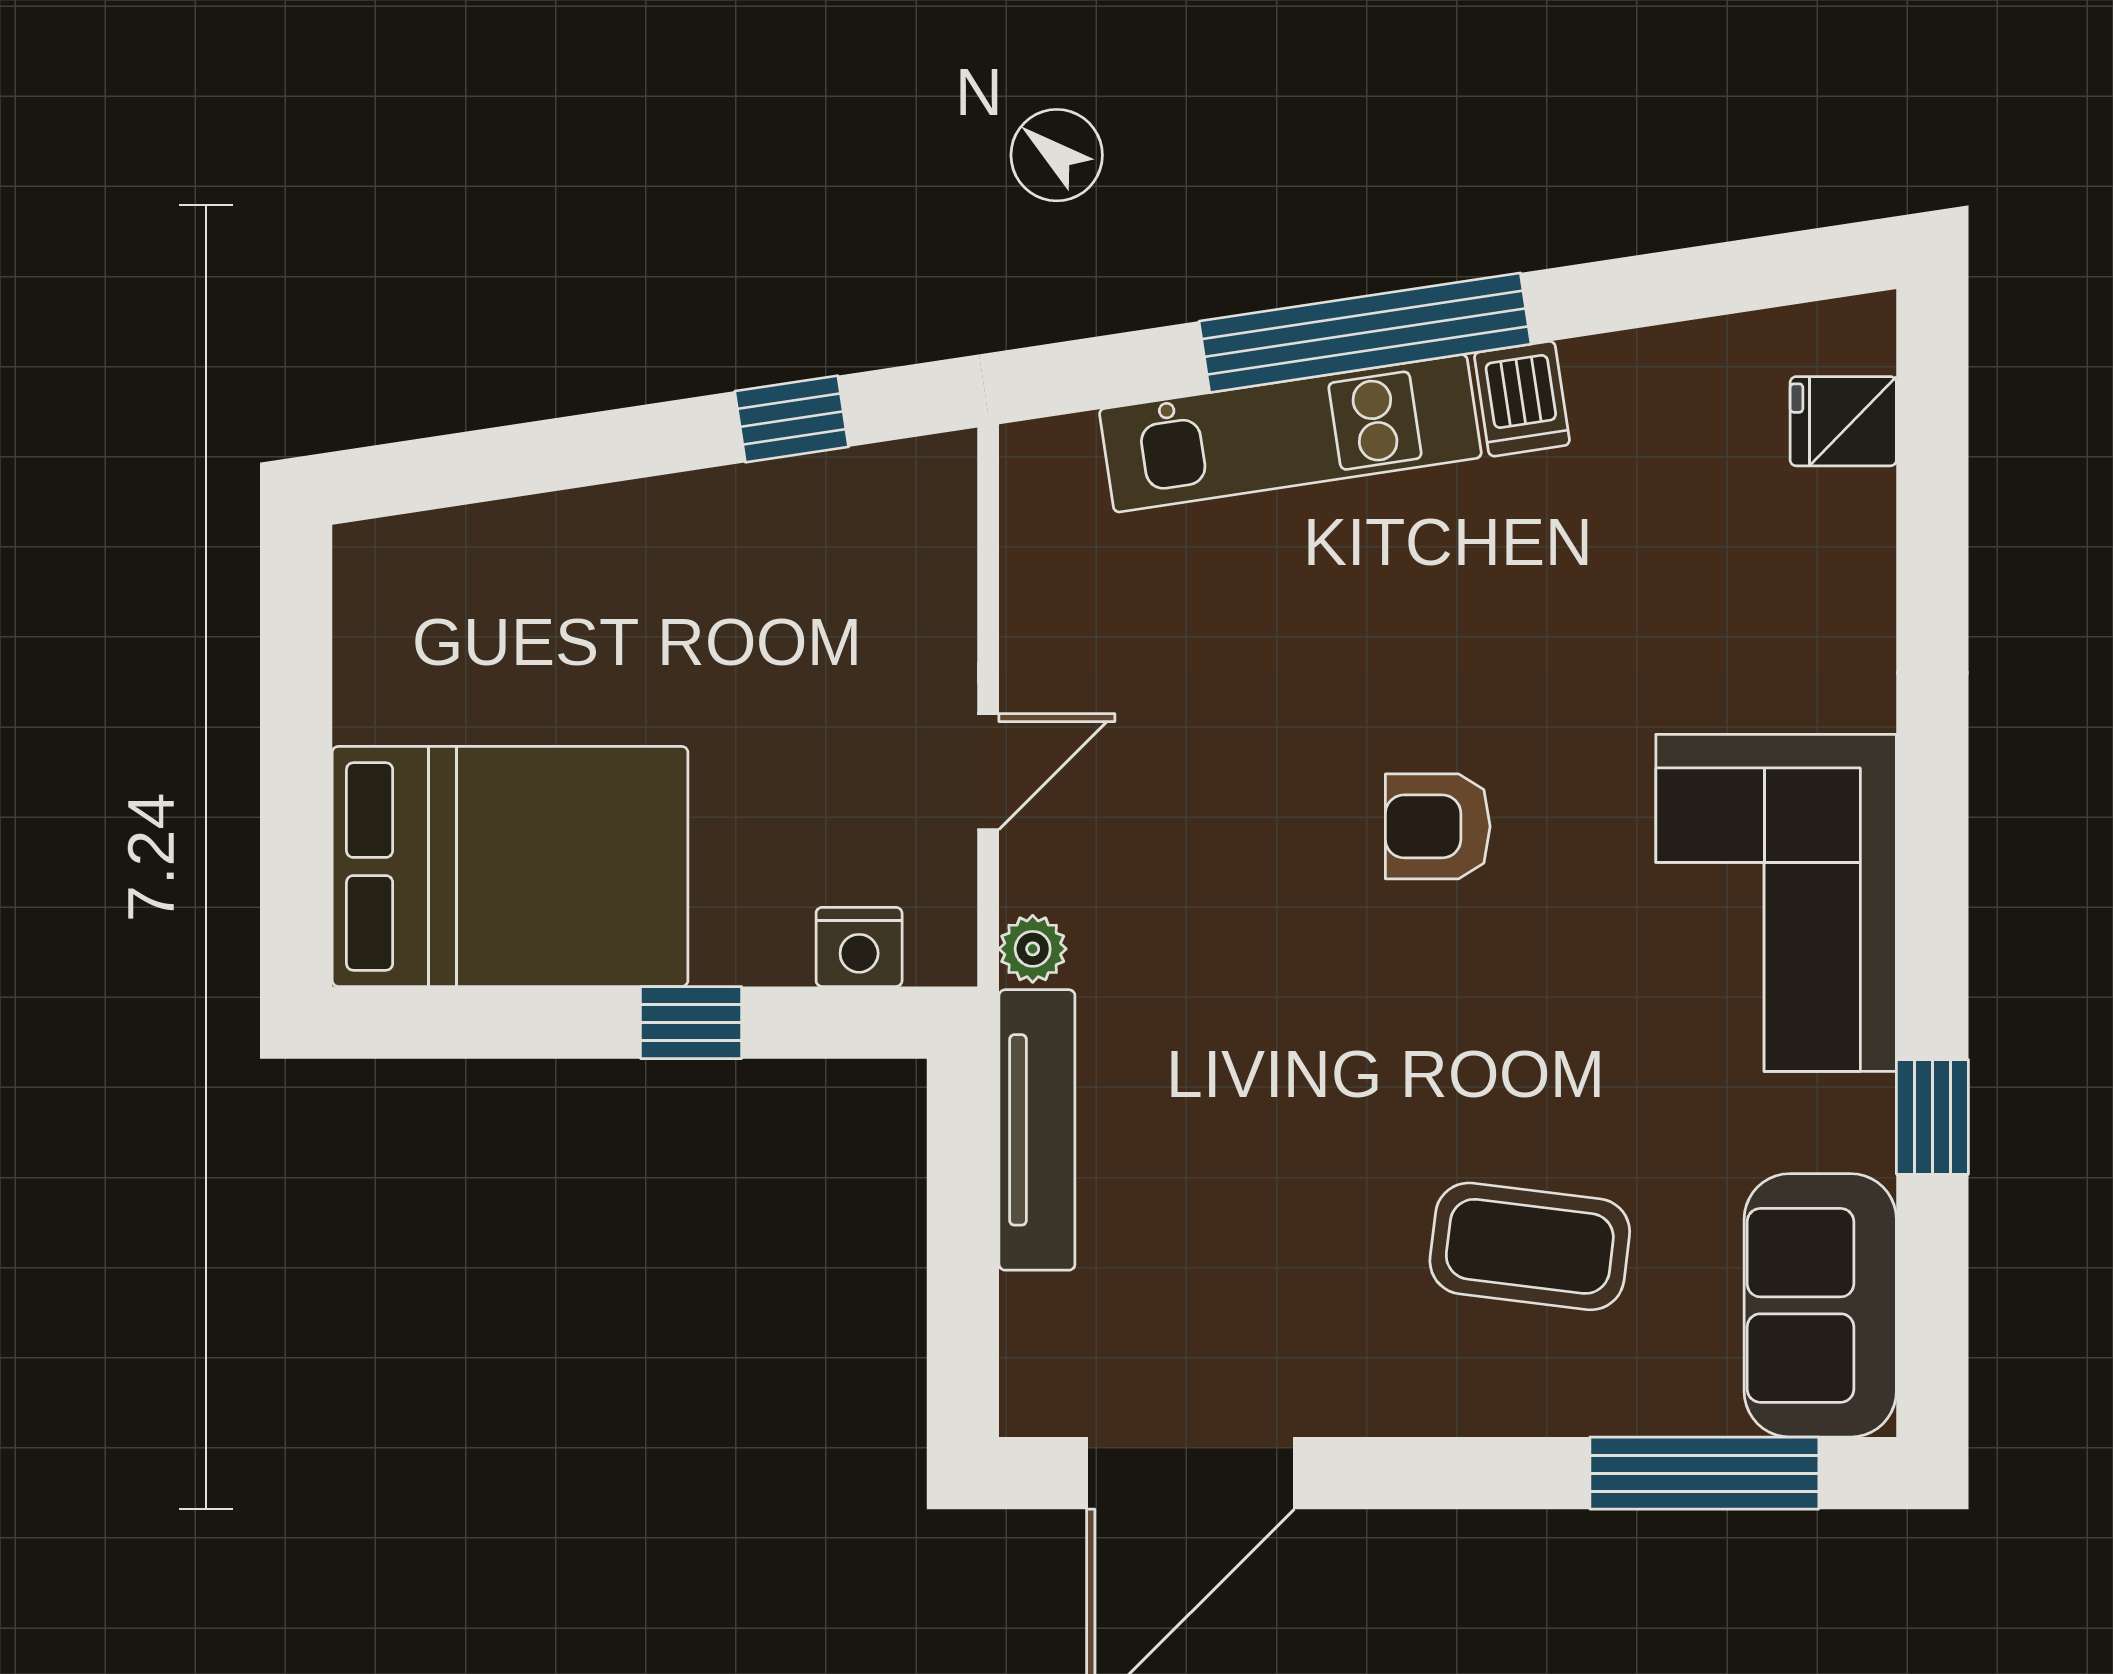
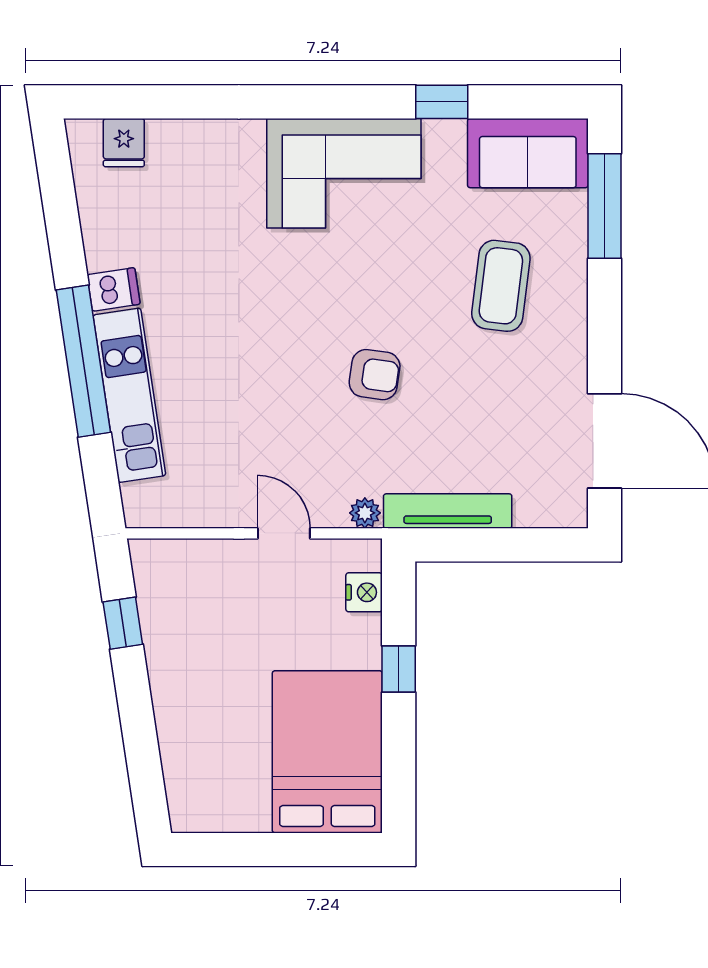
armchair: (1438, 826) -> (375, 375), moved, turned -82

